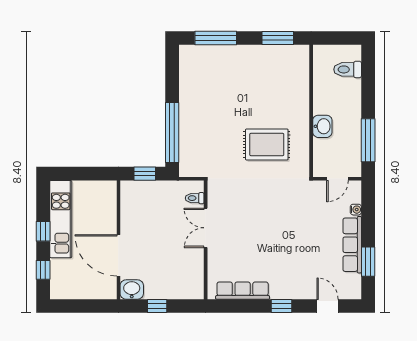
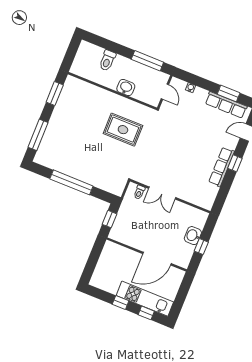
toilet: (348, 69) -> (107, 60), moved
window: (172, 133) -> (71, 182), moved
rug: (267, 145) -> (123, 130), turned 90
kitchen unit: (61, 219) -> (145, 299), moved
row of seats: (352, 245) -> (226, 105), moved
washbasin: (132, 290) -> (193, 236), moved
row of seats: (243, 291) -> (221, 167), moved

